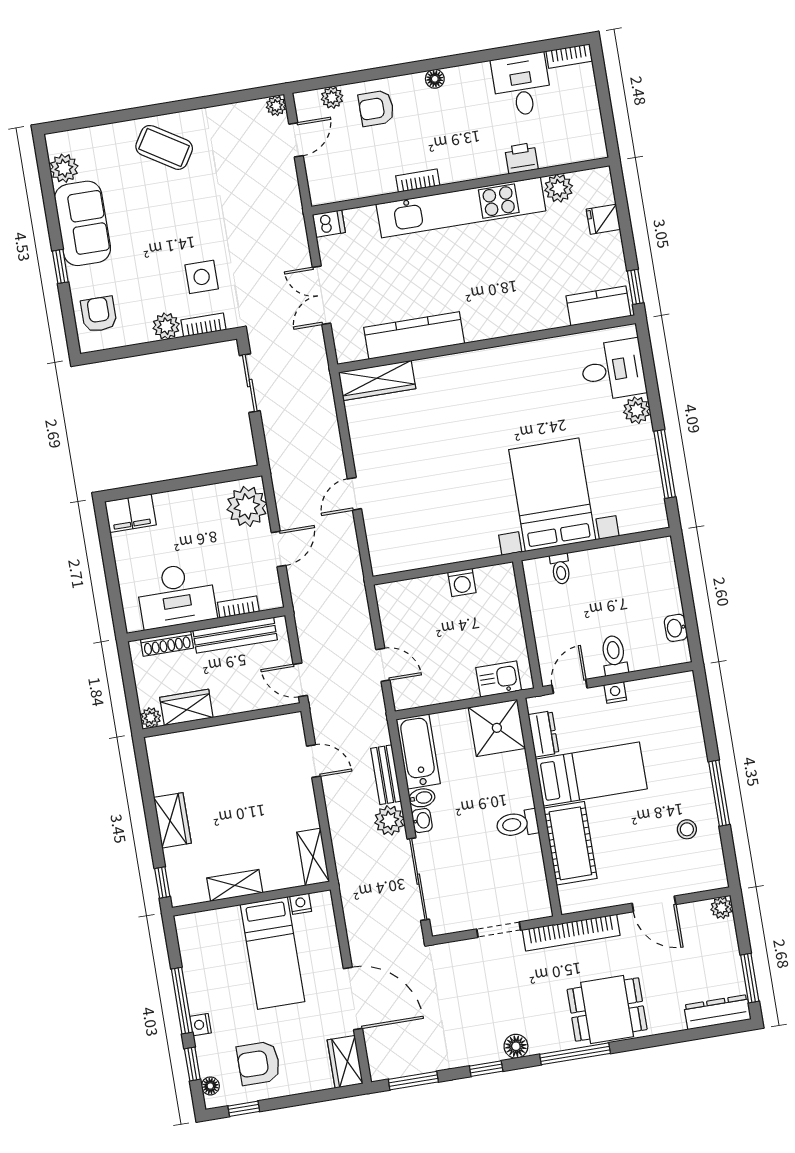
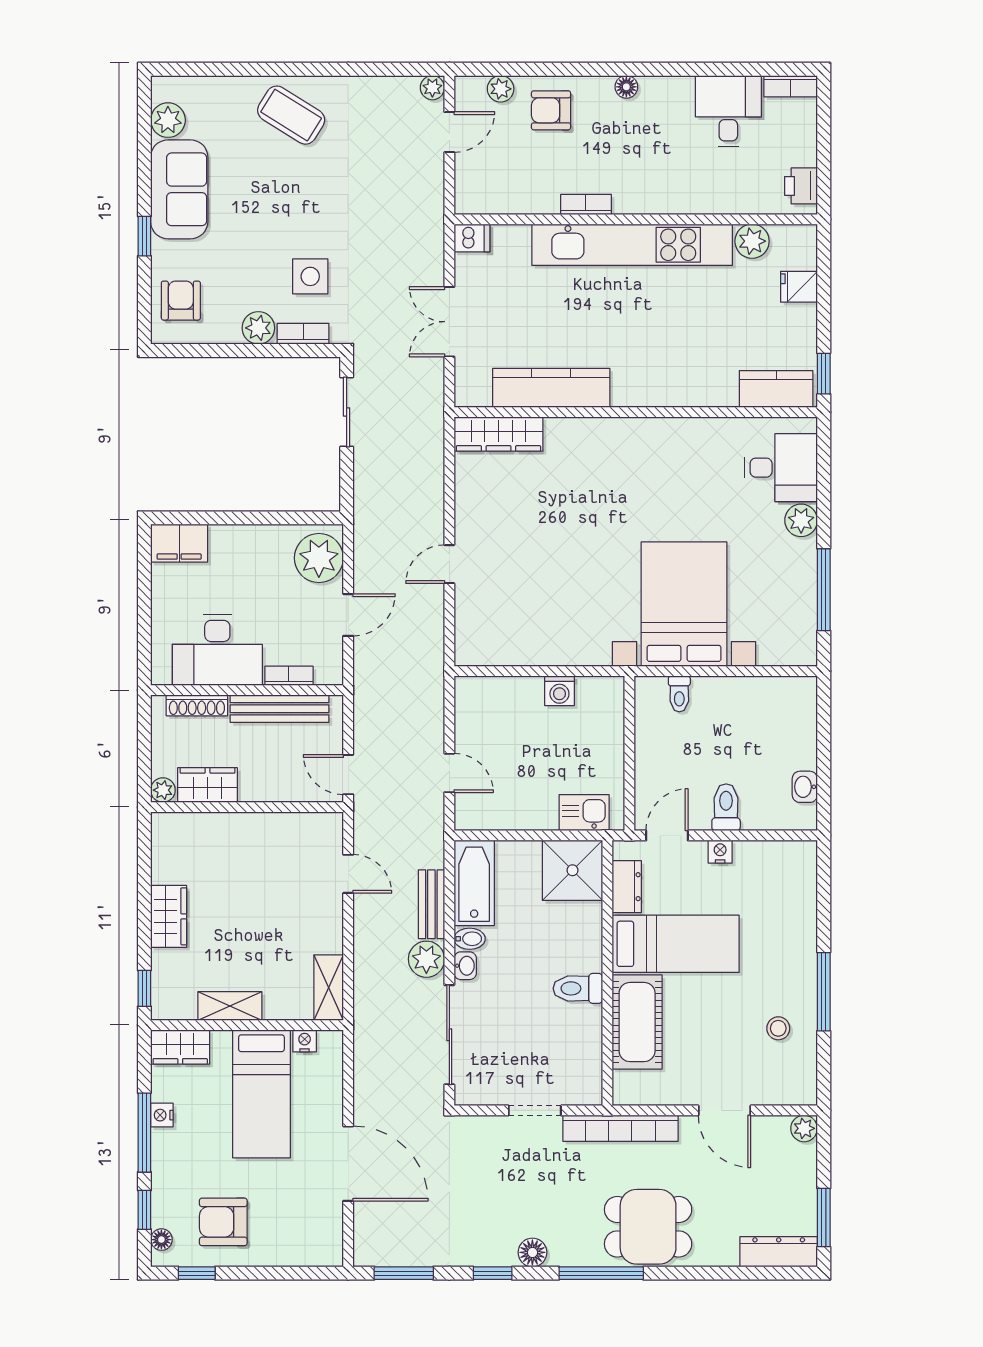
printer: (521, 158) -> (801, 186), moved, turned -90
nightstand: (201, 1025) -> (162, 1115), moved
wardrobe: (345, 1062) -> (180, 1047), moved, turned -90

